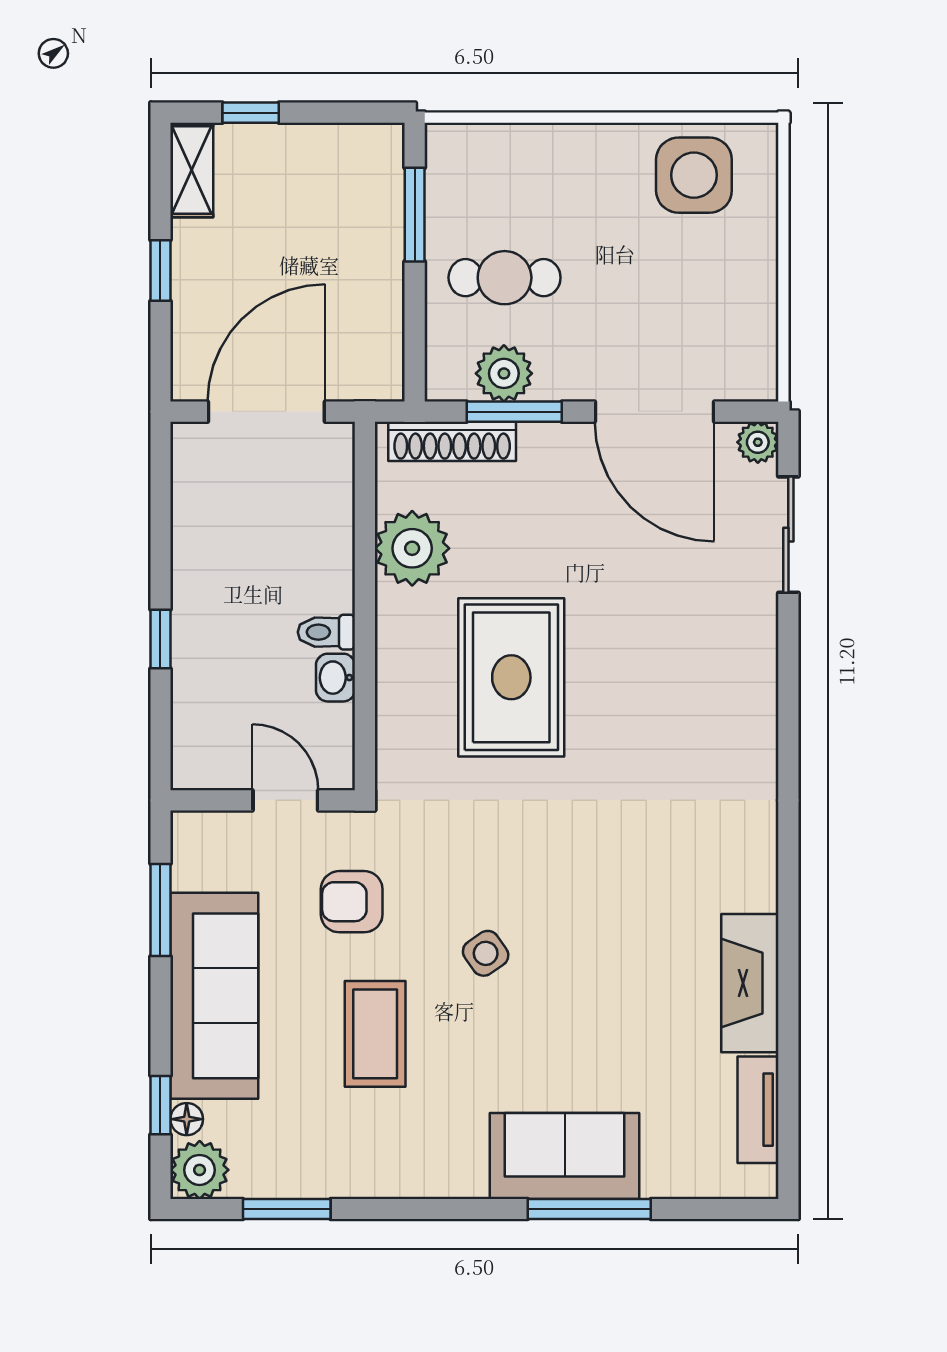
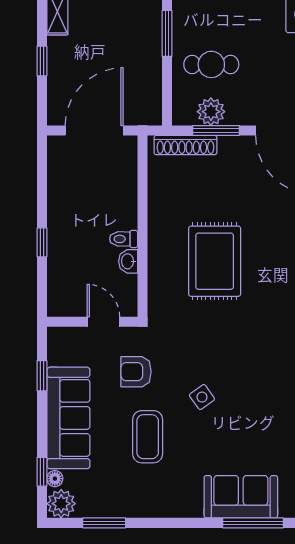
plant: (412, 548) -> (166, 198), removed
window: (160, 910) -> (42, 376), width x0.67

